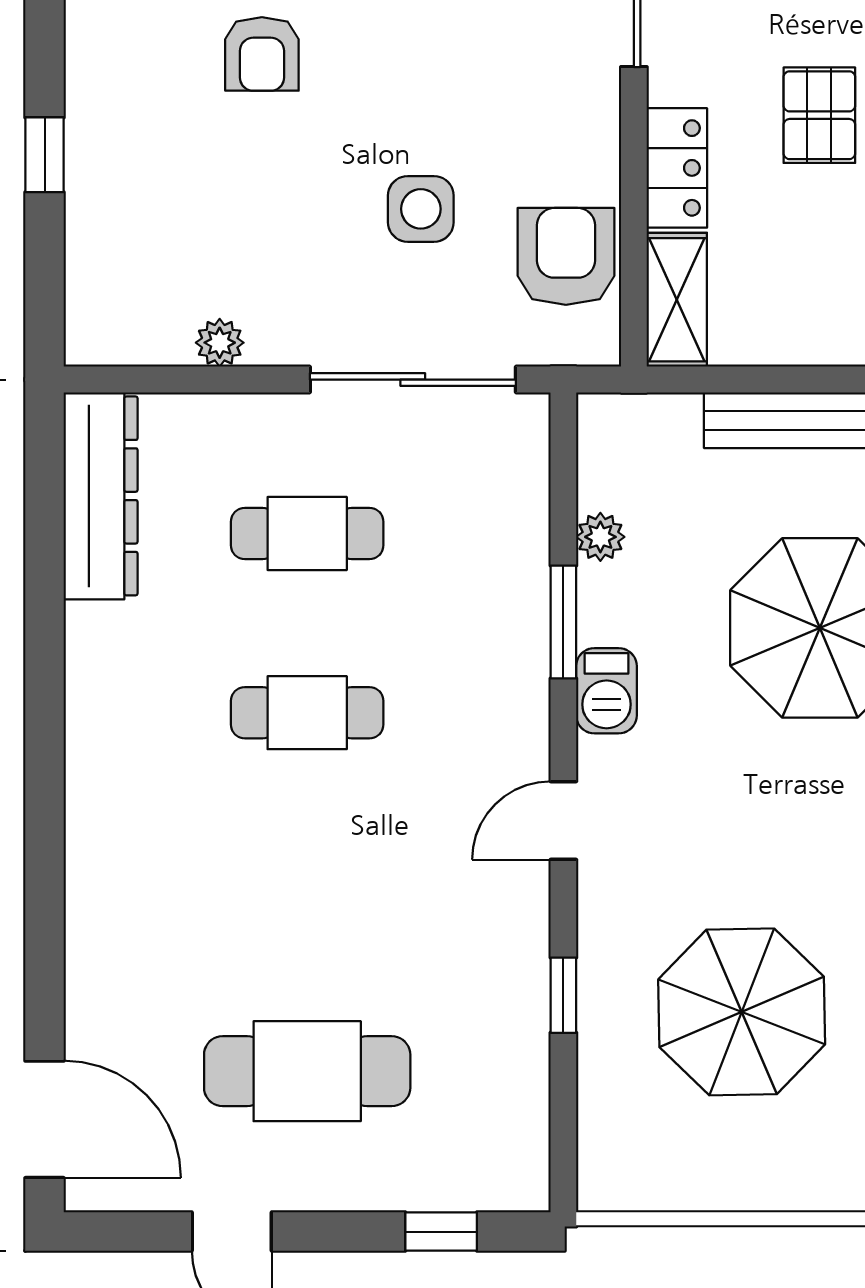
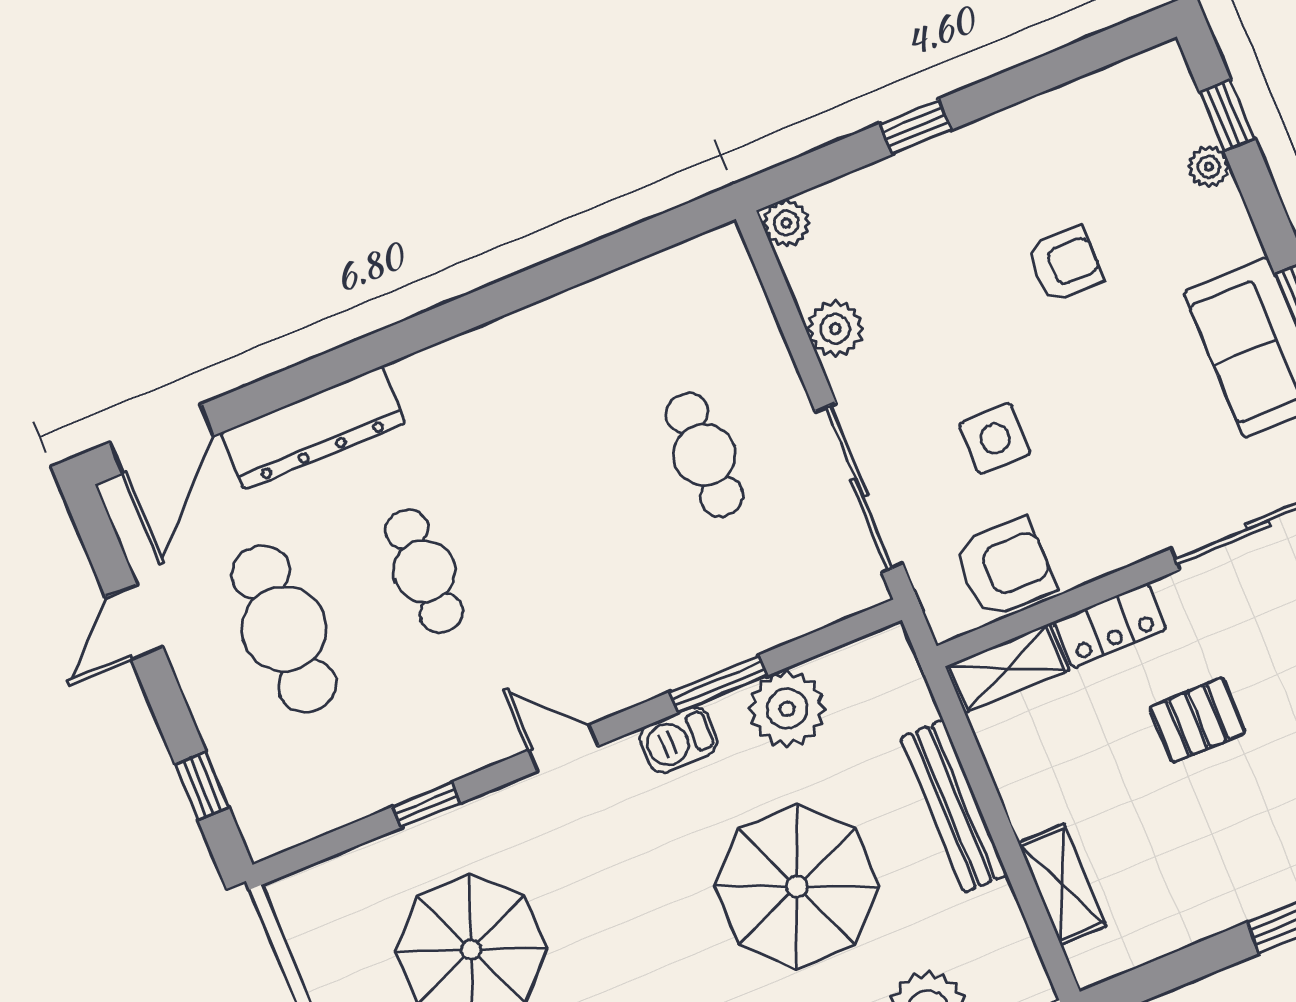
armchair: (262, 54) -> (1065, 264), turned 180
plant: (91, 339) -> (786, 223), added
plant: (220, 343) -> (835, 329), width x1.38, depth x1.38
dresser: (101, 496) -> (313, 428), moved
plant: (600, 537) -> (787, 709), width x1.87, depth x1.87
cafe table: (307, 713) -> (424, 571), moved

